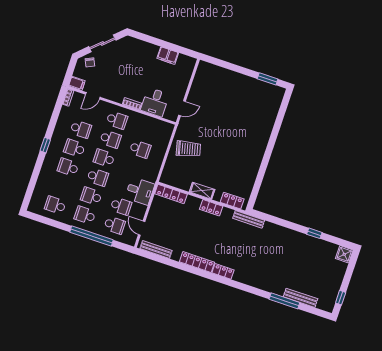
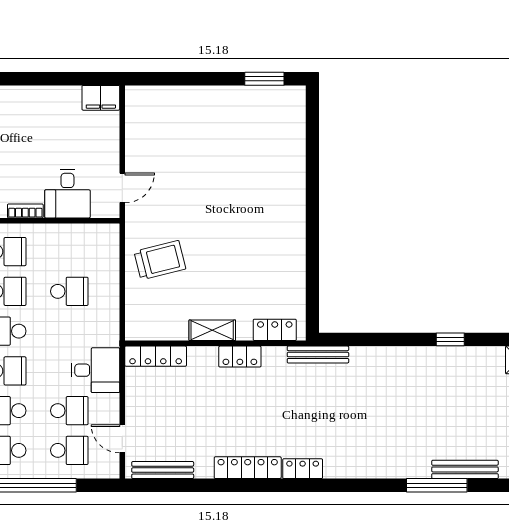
filing cabinet: (168, 56) -> (101, 98), moved

